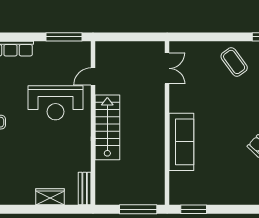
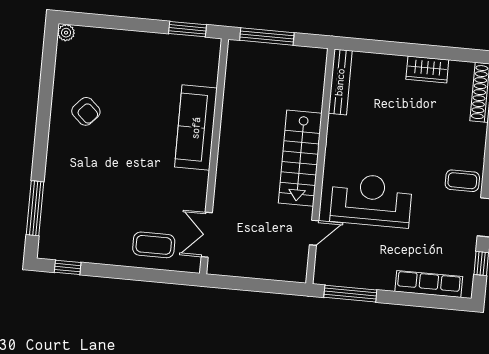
coffee table: (234, 62) -> (154, 245), moved, turned -54
bench: (85, 189) -> (340, 82), width x1.36
wardrobe: (50, 197) -> (427, 69), moved

